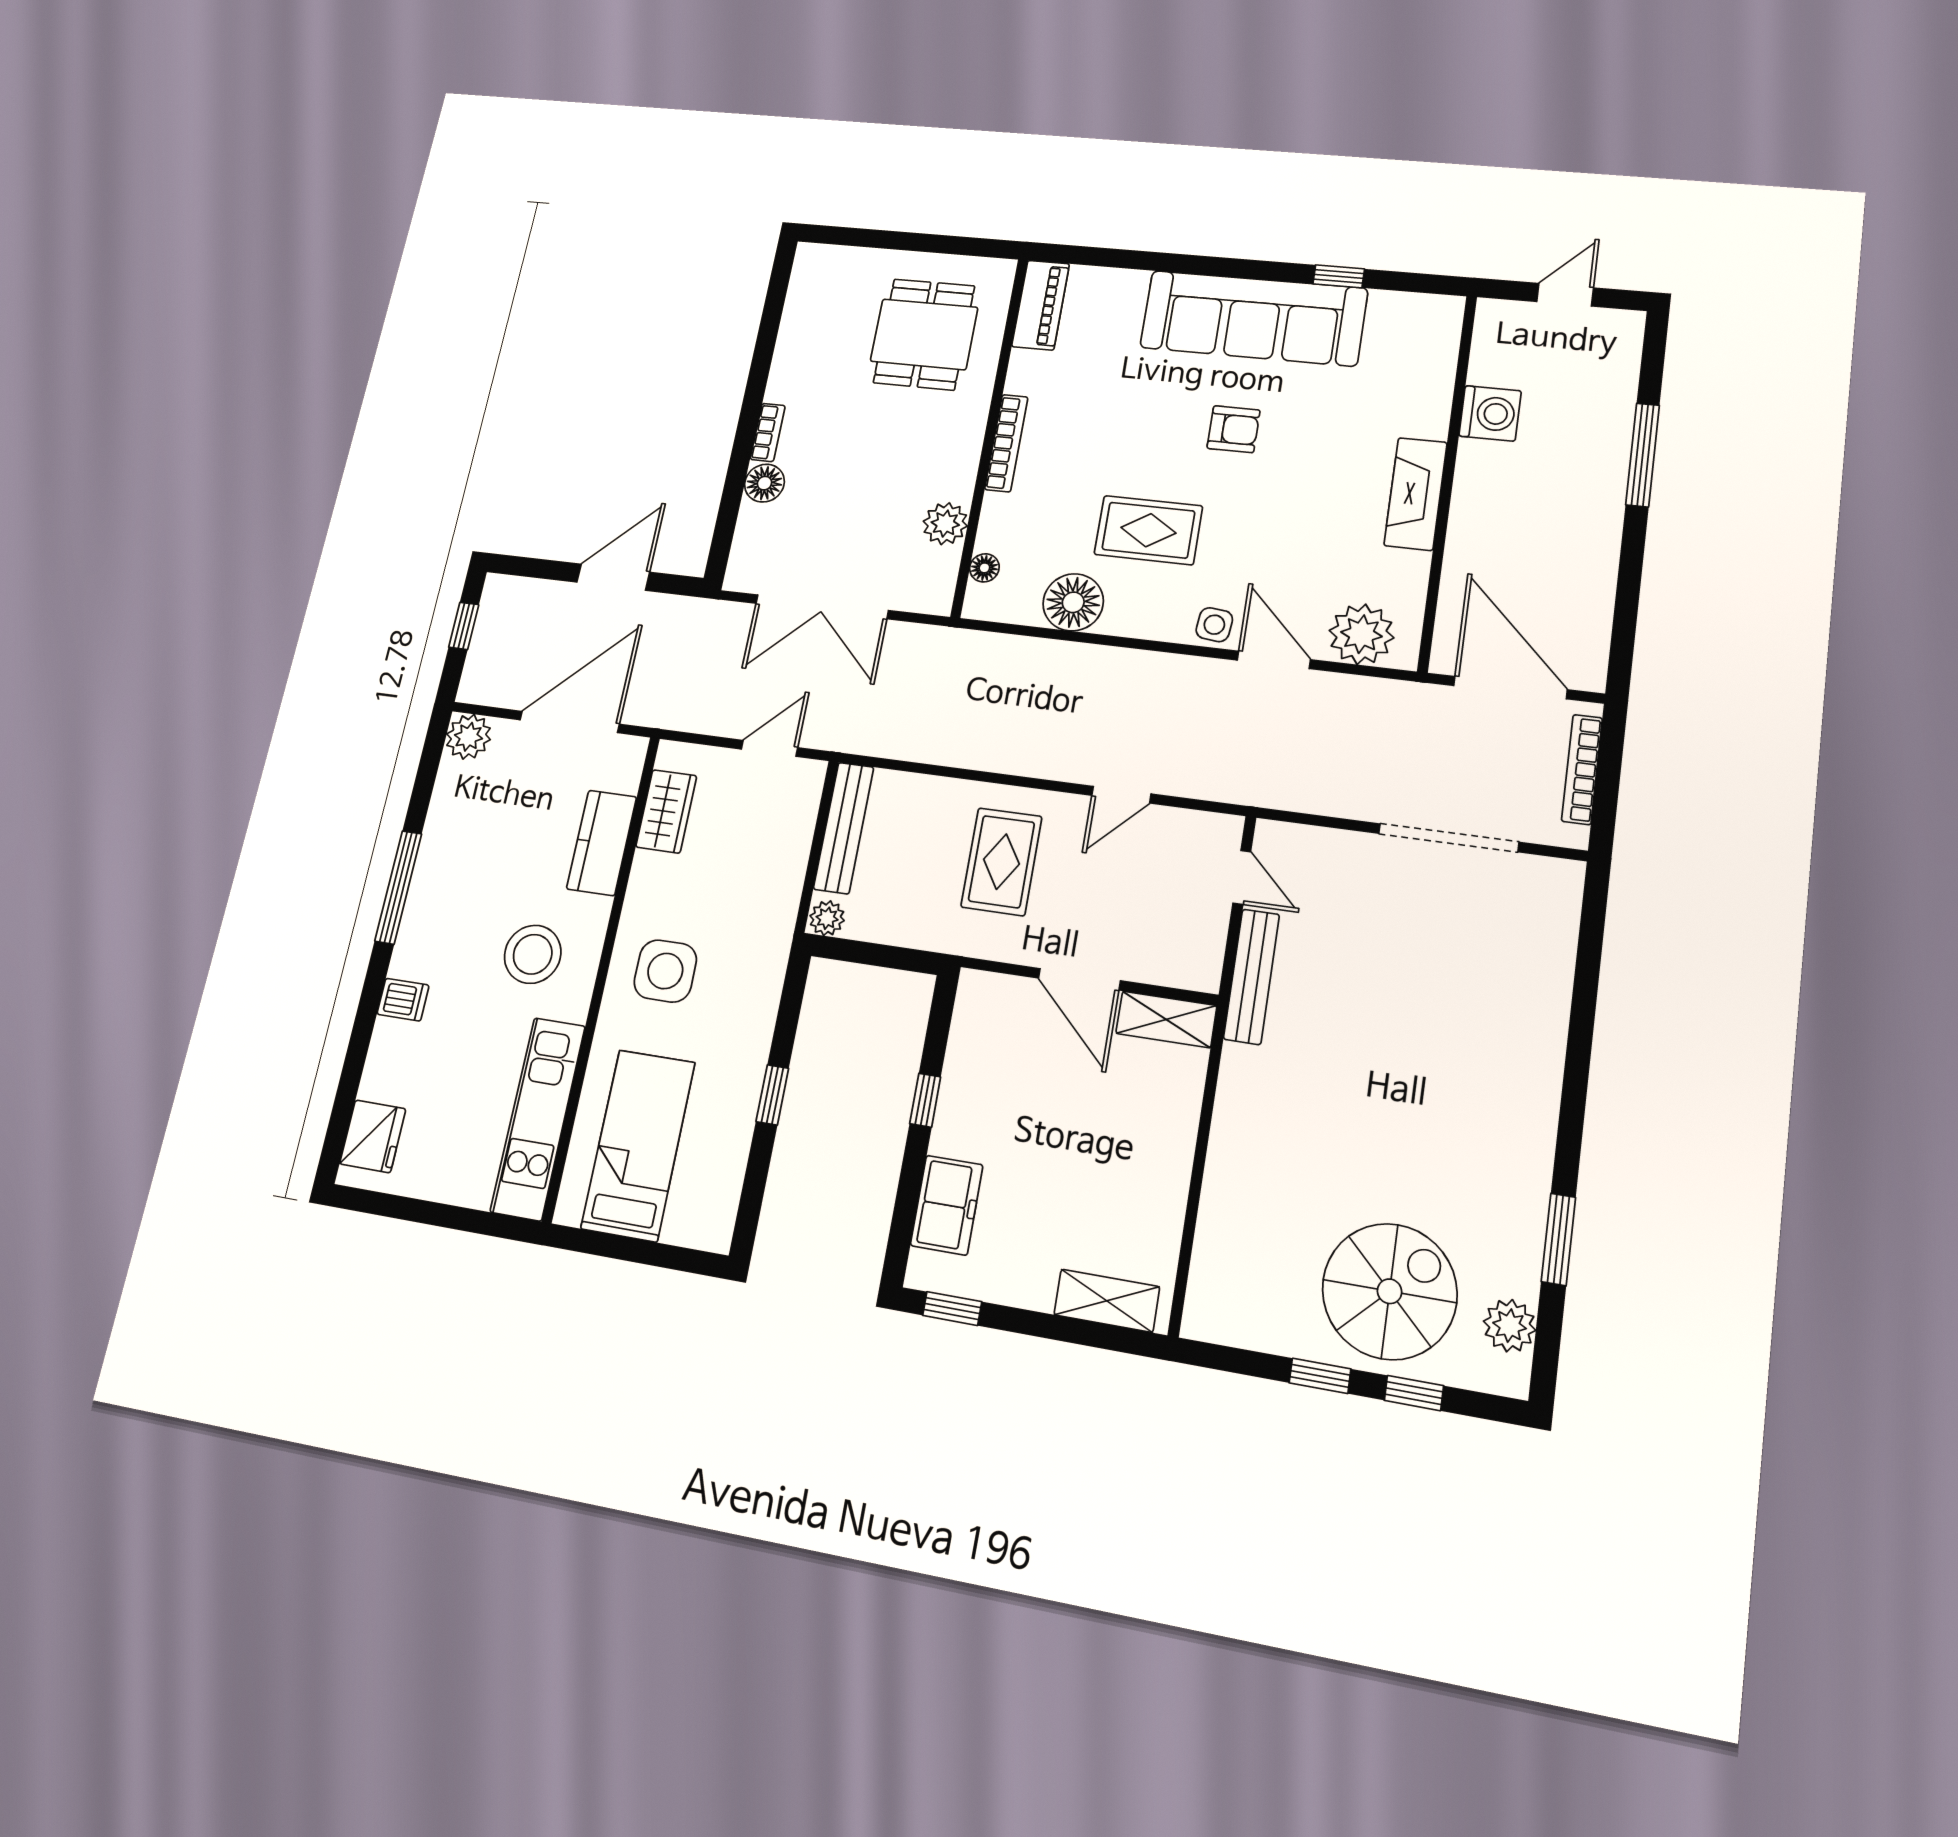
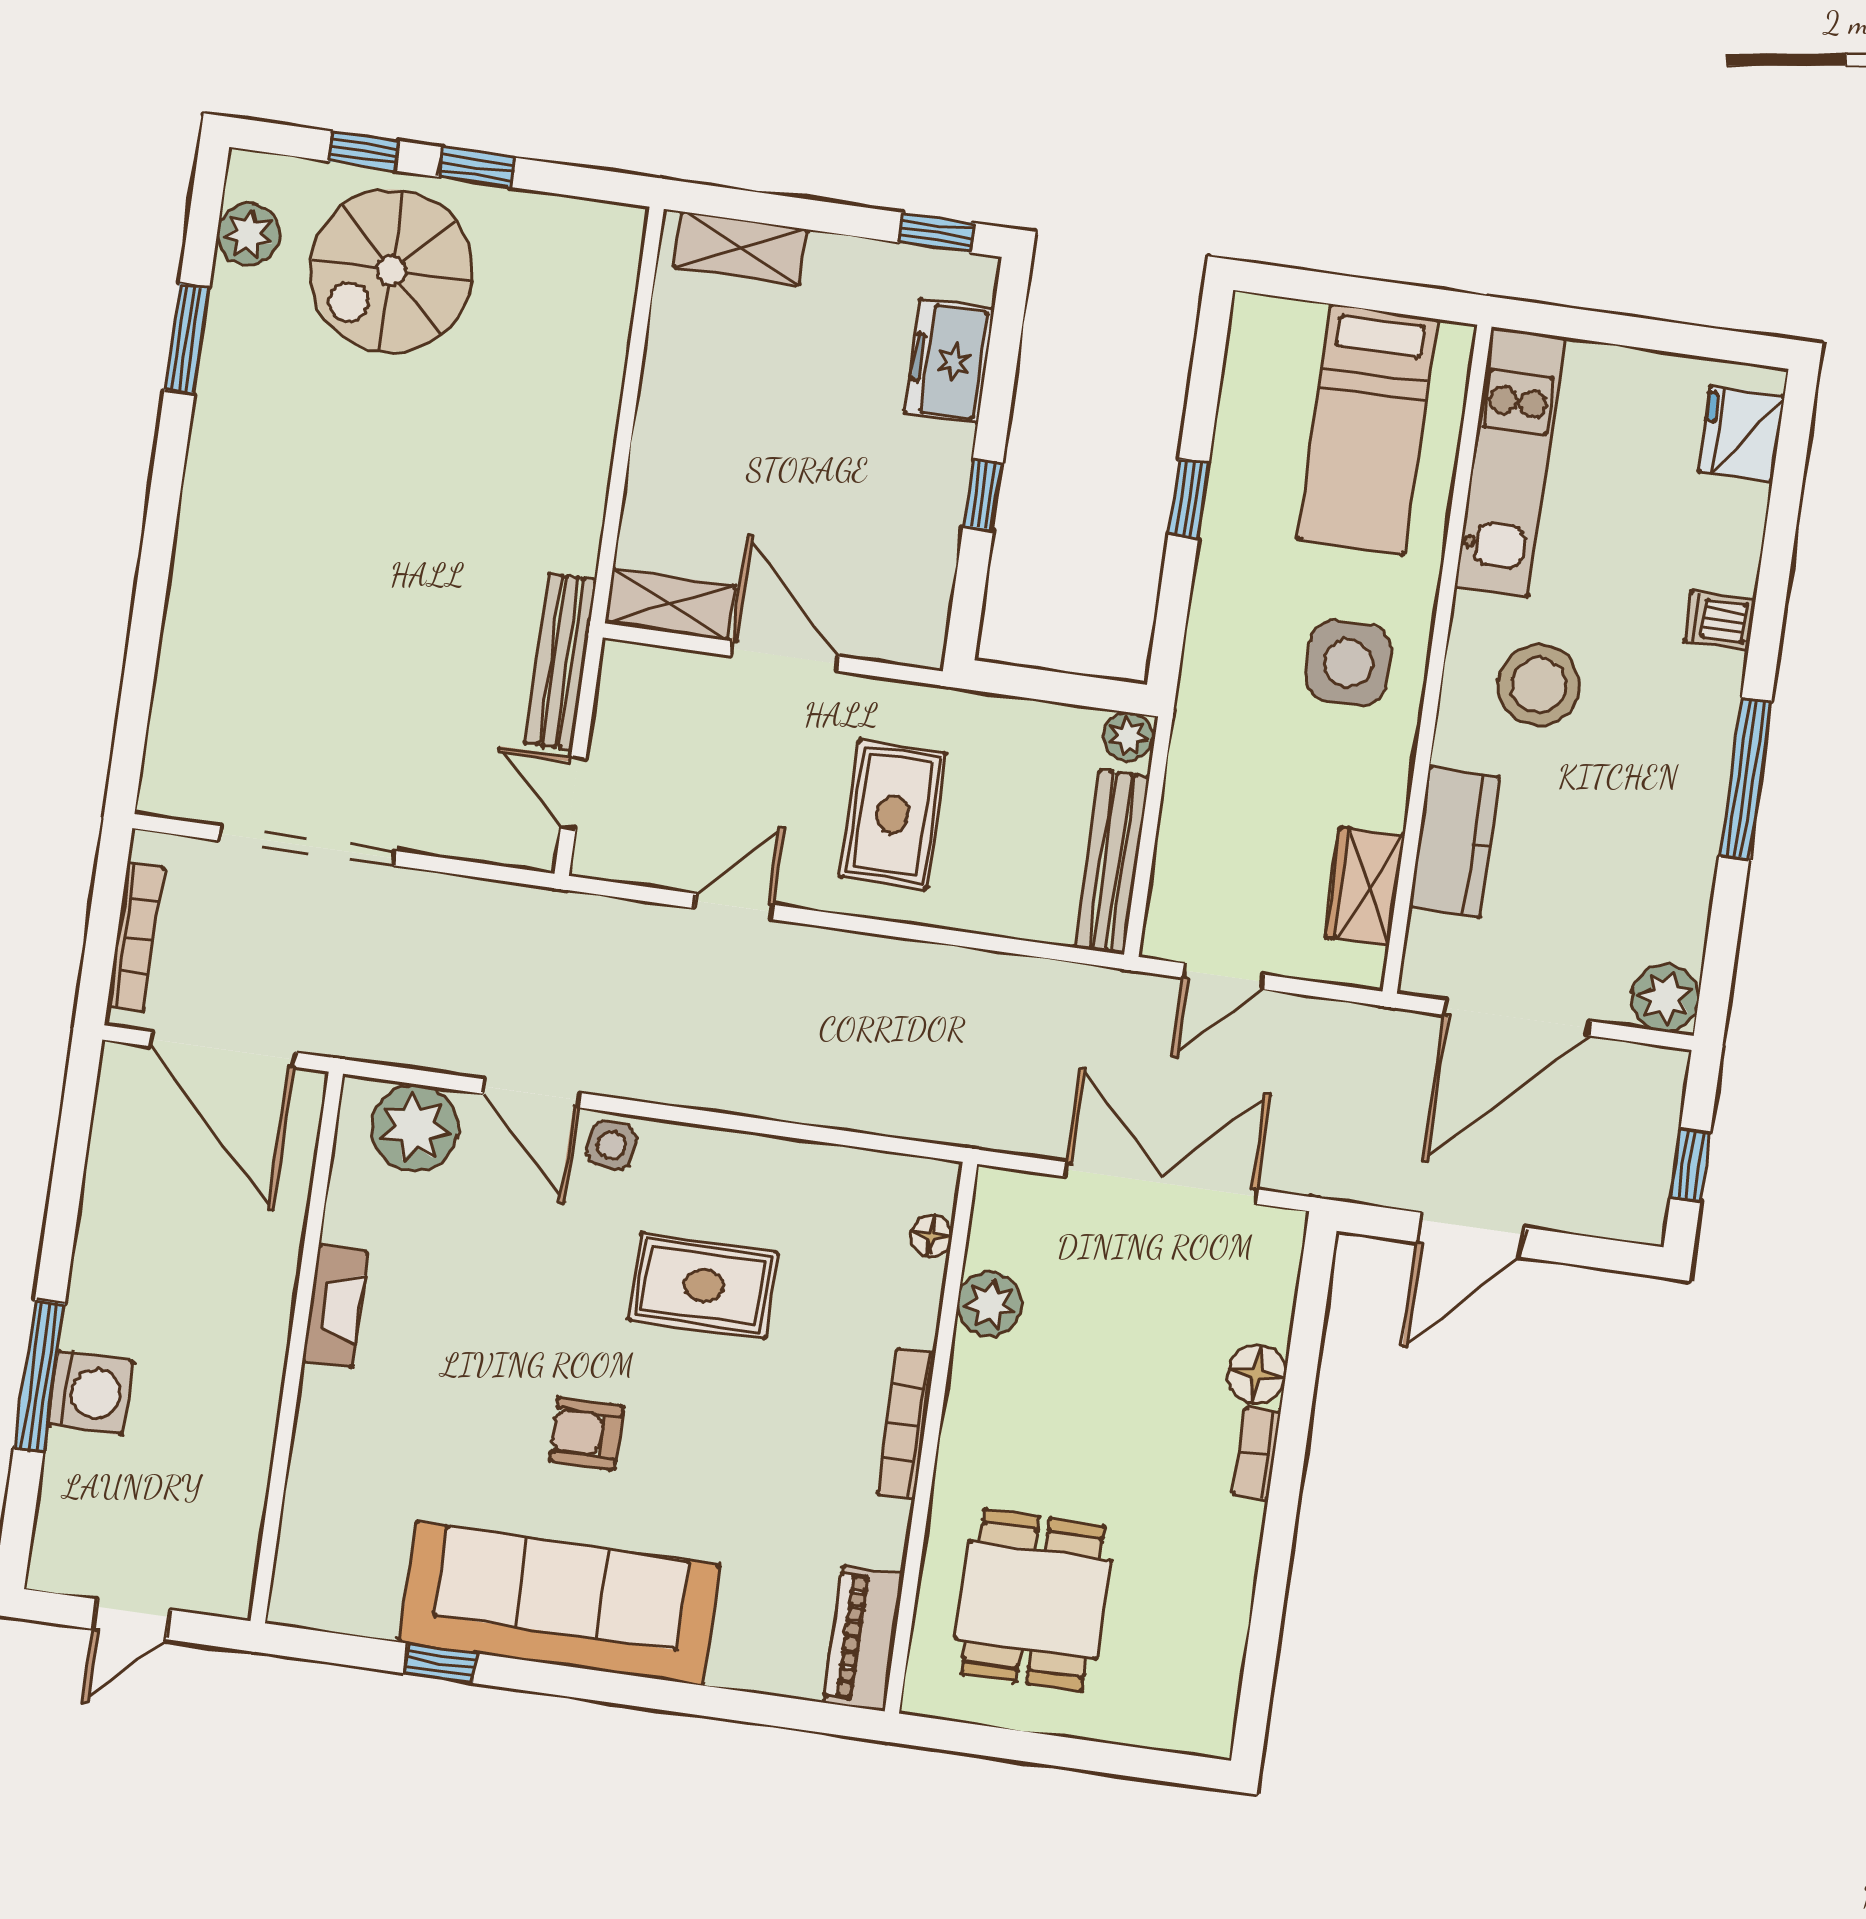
washing machine: (1490, 413) -> (90, 1393), moved, turned 180
fireplace: (1416, 494) -> (335, 1306), width x0.73, depth x0.76
floor lamp: (1073, 602) -> (805, 1182), removed

